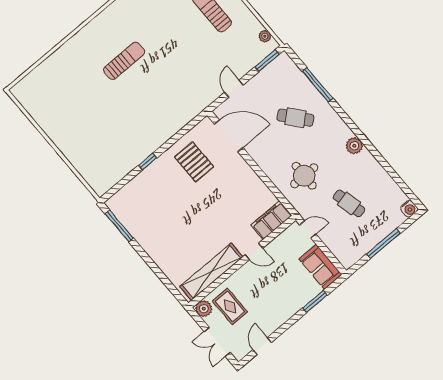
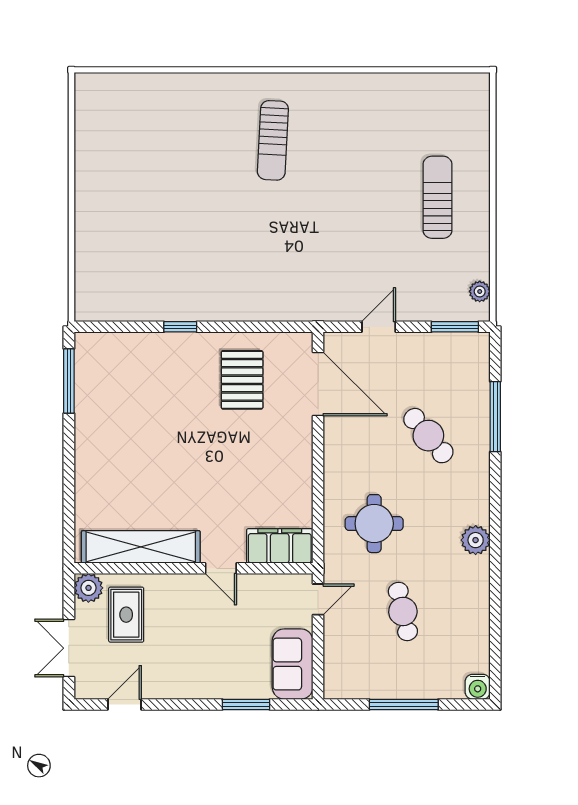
sun lounger: (124, 61) -> (273, 140), moved, turned 93
door: (308, 229) -> (318, 599), hinge flipped

